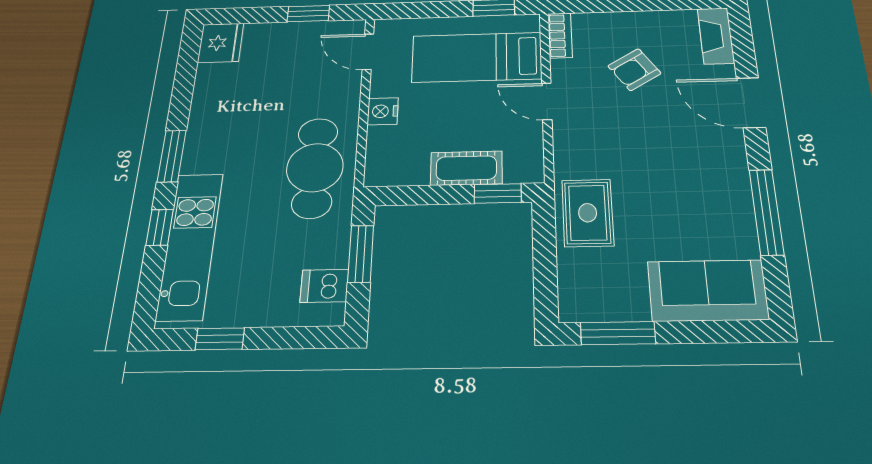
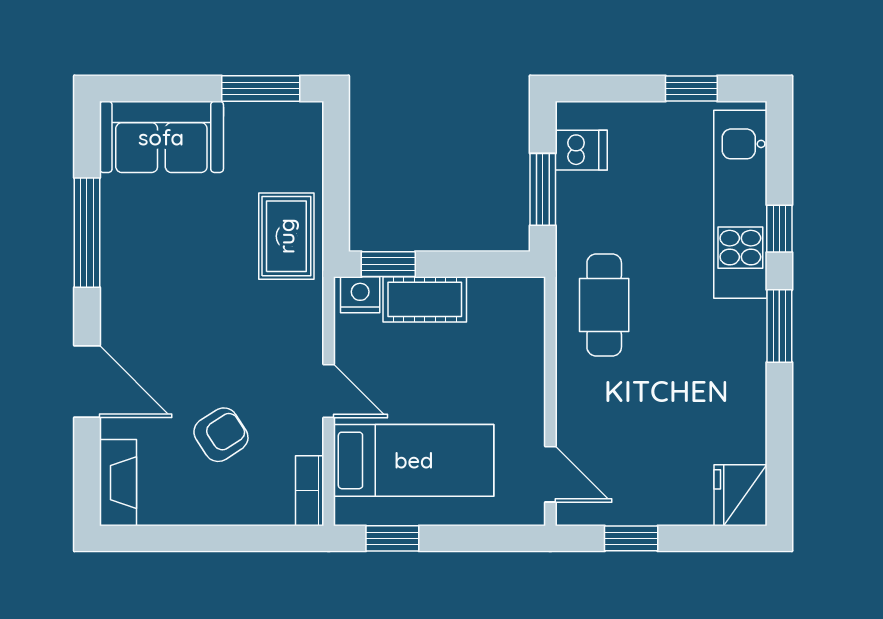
nightstand: (383, 111) -> (360, 295), moved, turned -90
cafe table: (315, 168) -> (604, 305), width x0.73, depth x0.74

